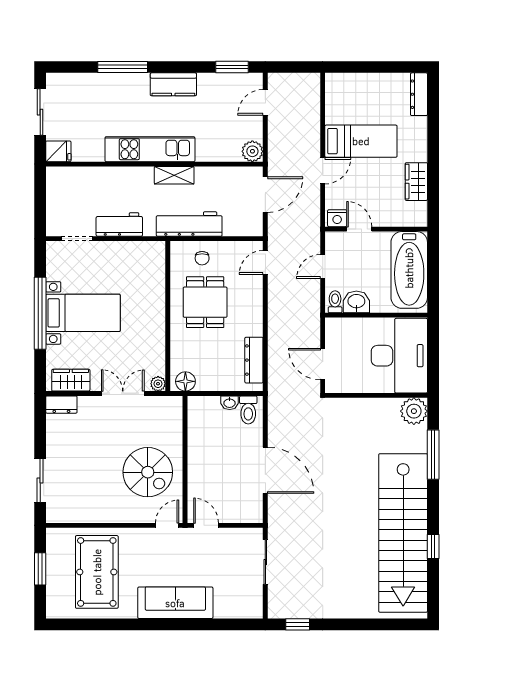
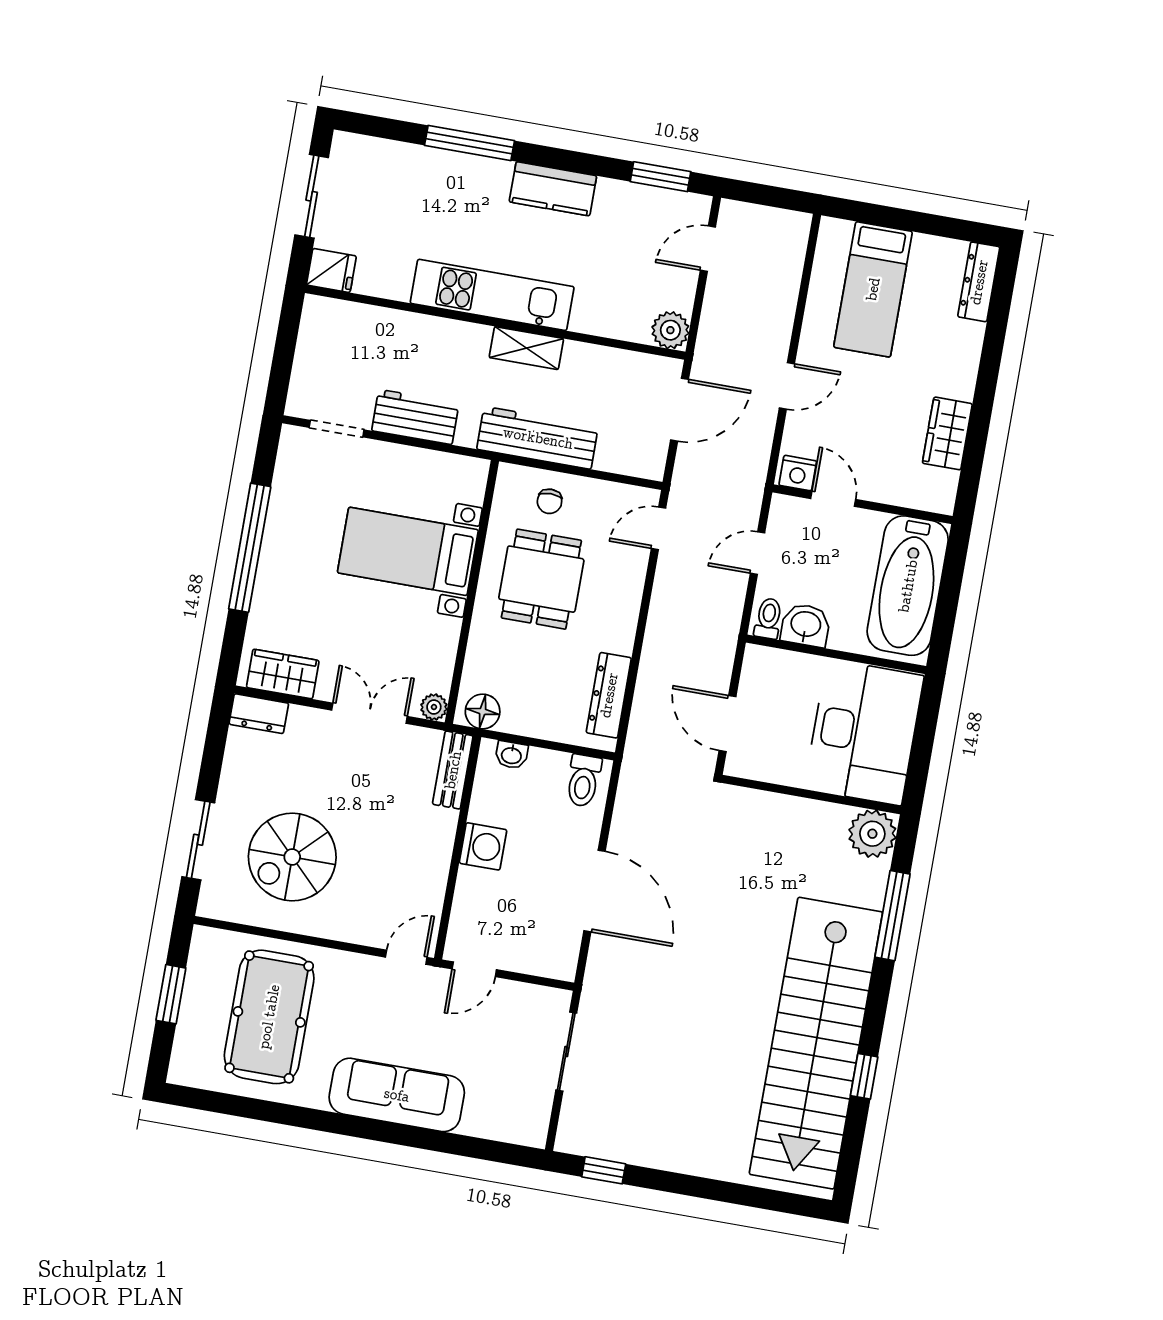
bed: (361, 141) -> (873, 289), moved, turned 90
bed with nightstands: (83, 313) -> (408, 551), moved, turned 180
washbasin: (230, 403) -> (511, 755), moved
bench: (175, 417) -> (453, 770), added
washing machine: (199, 456) -> (483, 846), added
spiral stairs: (148, 472) -> (292, 857), moved, turned 90
door: (206, 525) -> (474, 969), swing flipped

